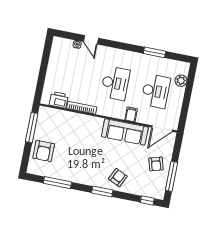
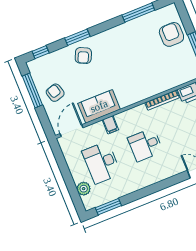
window: (155, 52) -> (108, 207), moved
desk: (115, 83) -> (145, 145), width x0.73
sofa: (125, 132) -> (99, 106), width x0.73
window: (102, 191) -> (77, 37), moved

